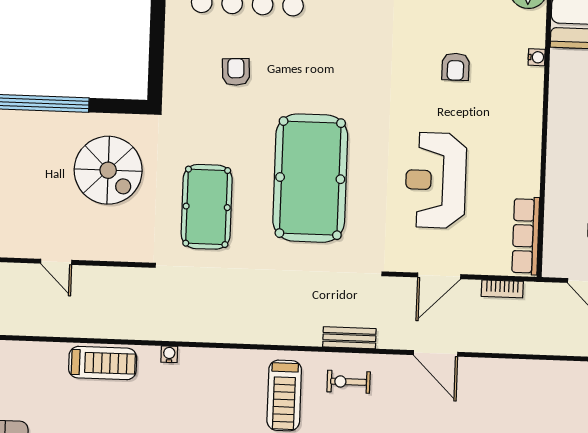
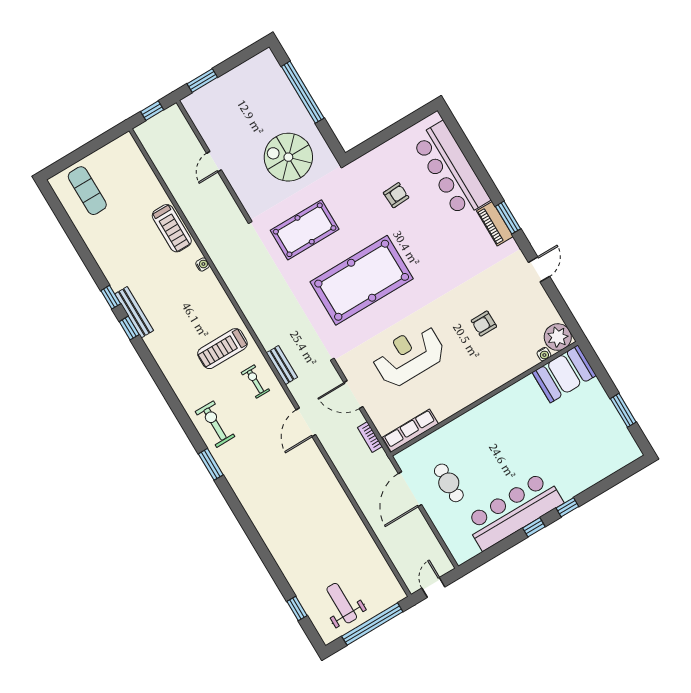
water cooler: (537, 57) -> (544, 354), moved
spiral stairs: (108, 170) -> (288, 157), turned 90

